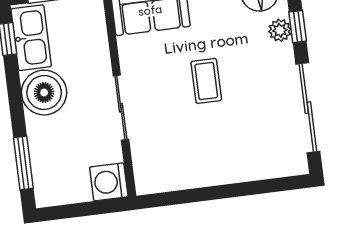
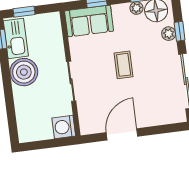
window: (23, 163) -> (11, 115), removed
door: (203, 194) -> (122, 134), added

